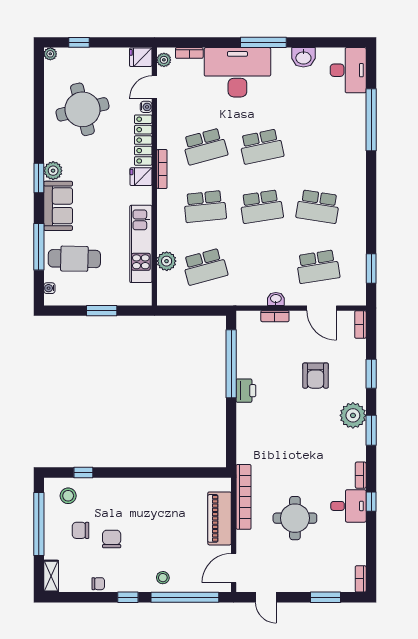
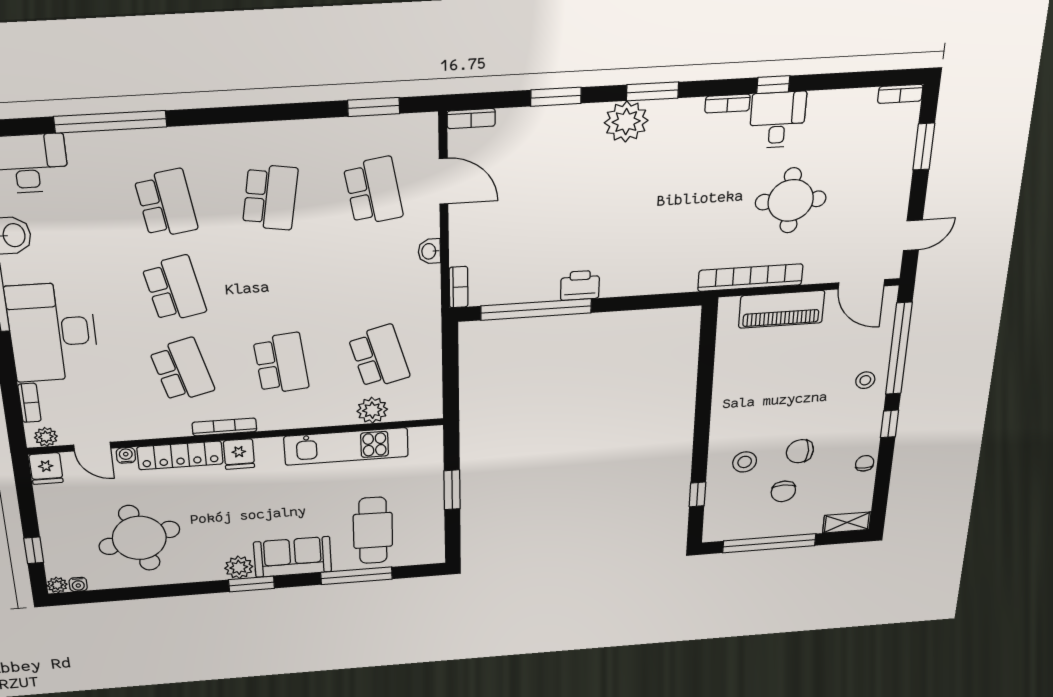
school desk: (261, 207) -> (166, 203), moved
water cooler: (49, 288) -> (78, 584), moved
door: (322, 308) -> (444, 181), hinge flipped
bookcase: (275, 316) -> (459, 287), moved
armchair: (316, 376) -> (557, 184), removed
stool: (68, 496) -> (745, 462), moved

